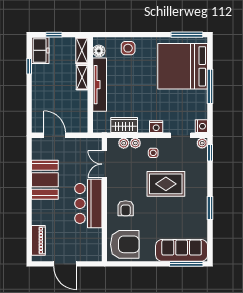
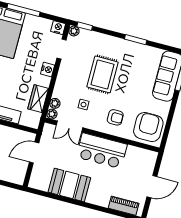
door: (55, 135) -> (34, 152), moved
plant: (135, 143) -> (52, 114), moved
side table: (153, 153) -> (84, 105), moved

